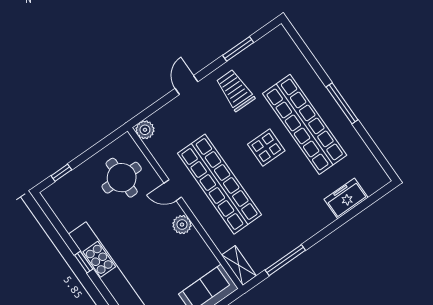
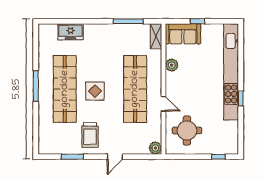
plant: (182, 225) -> (172, 65), moved

